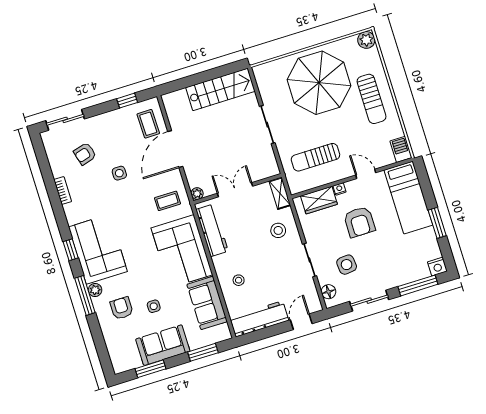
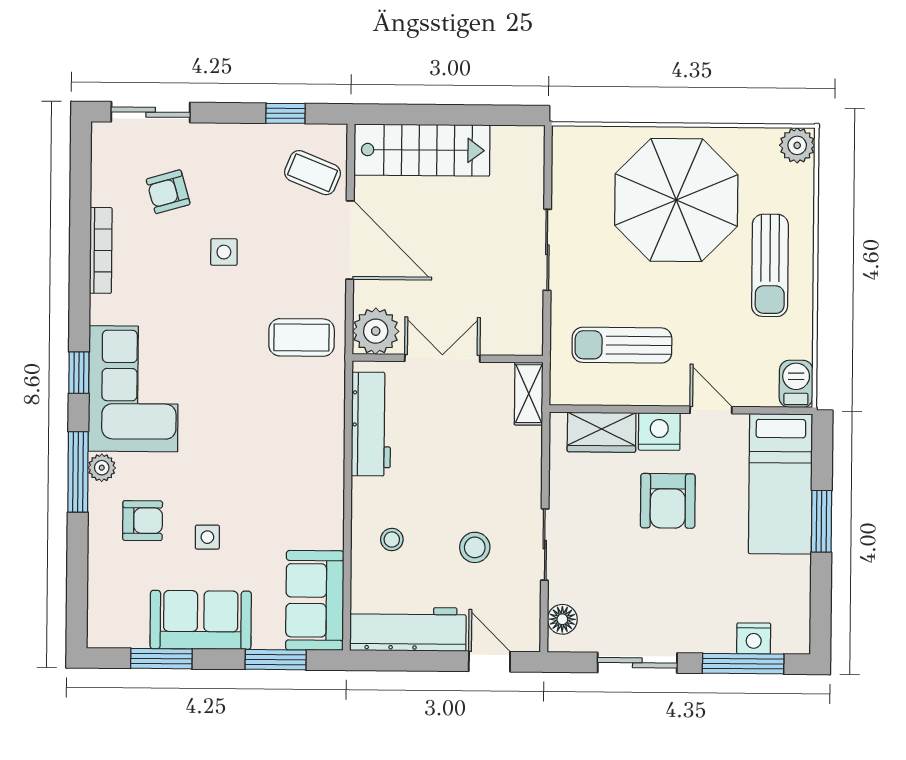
stairs: (220, 89) -> (422, 150), moved
coffee table: (148, 124) -> (312, 173), turned -67
door: (175, 149) -> (350, 240), swing flipped
nightstand: (340, 189) -> (659, 432), width x1.89, depth x1.79
bookcase: (63, 191) -> (101, 250), width x1.56
plant: (197, 194) -> (376, 331), width x1.88, depth x1.88
coffee table: (167, 201) -> (302, 337), width x1.36, depth x1.30
window: (437, 223) -> (821, 521), moved
stool: (278, 230) -> (475, 547), moved
corner sofa: (182, 251) -> (298, 446), removed
side table: (347, 265) -> (615, 577), removed
nightstand: (437, 267) -> (754, 638), moved
sofa: (207, 303) -> (315, 600), moved
armchair: (122, 308) -> (143, 521), turned 90
door: (301, 322) -> (489, 661), hinge flipped

